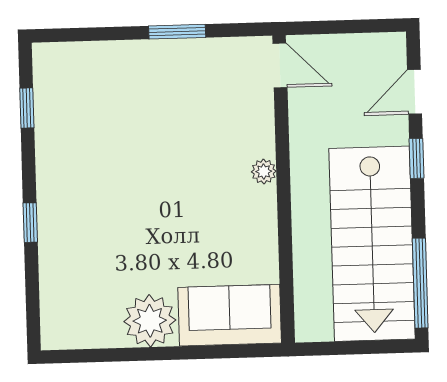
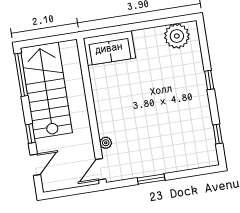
door: (280, 65) -> (101, 169), hinge flipped
plant: (264, 171) -> (106, 143), moved
plant: (150, 321) -> (177, 36), moved

